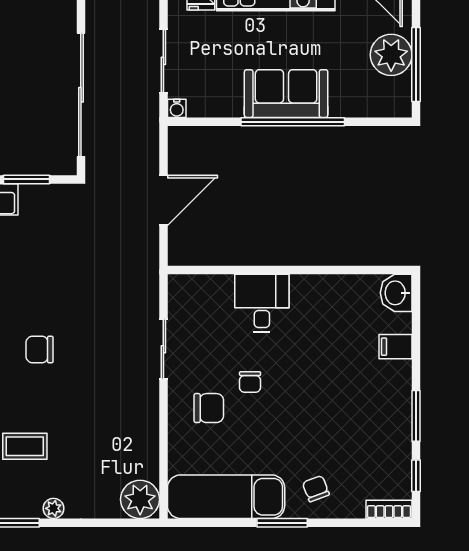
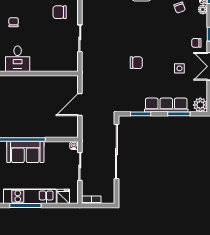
desk: (262, 303) -> (18, 59), moved
chair: (40, 350) -> (136, 63), moved
chair: (250, 382) -> (14, 22), moved

